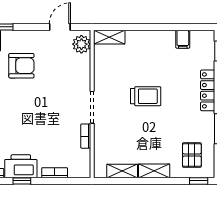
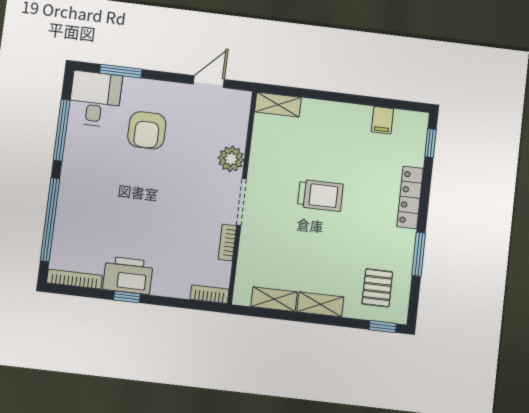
plant: (81, 44) -> (231, 159), moved
armchair: (21, 66) -> (147, 130), turned 90
bookcase: (55, 173) -> (210, 294), moved

